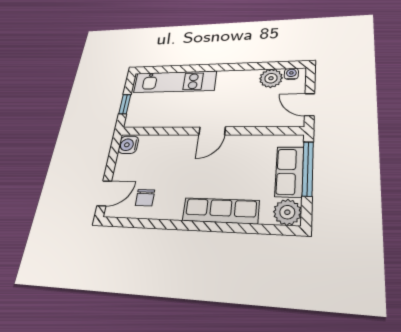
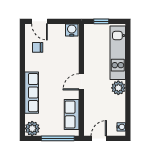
plant: (271, 78) -> (118, 88), moved
door: (212, 131) -> (81, 82), hinge flipped
row of seats: (289, 172) -> (72, 115), moved, turned -90

